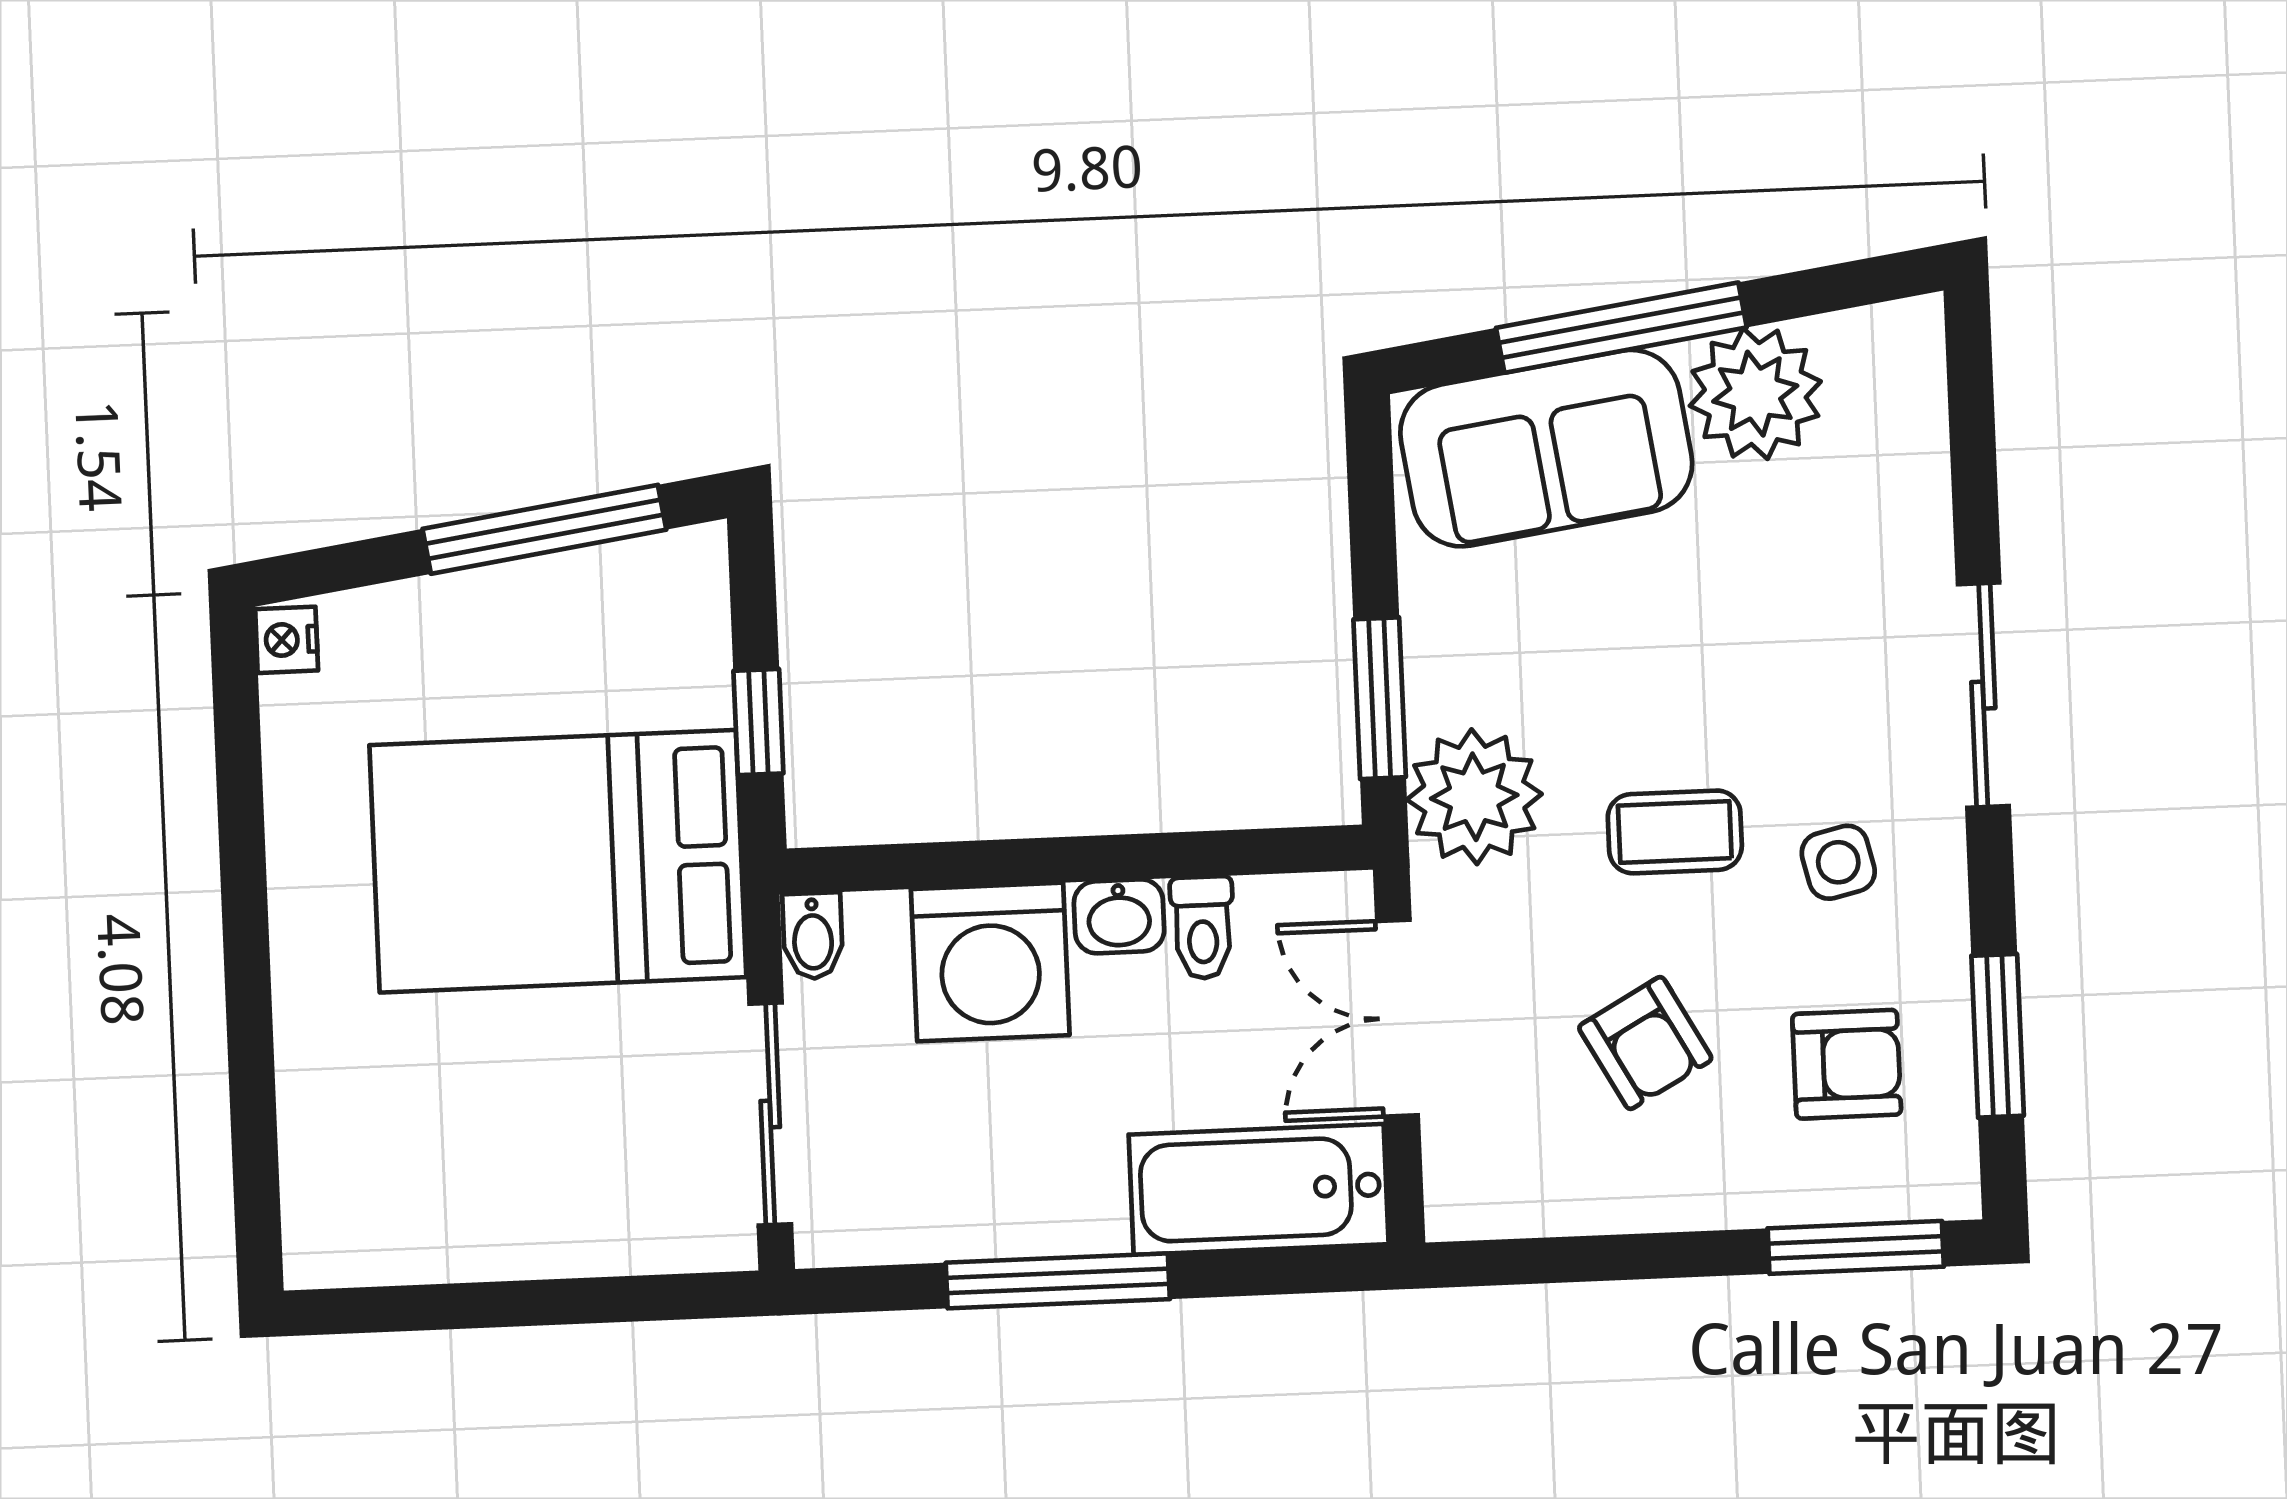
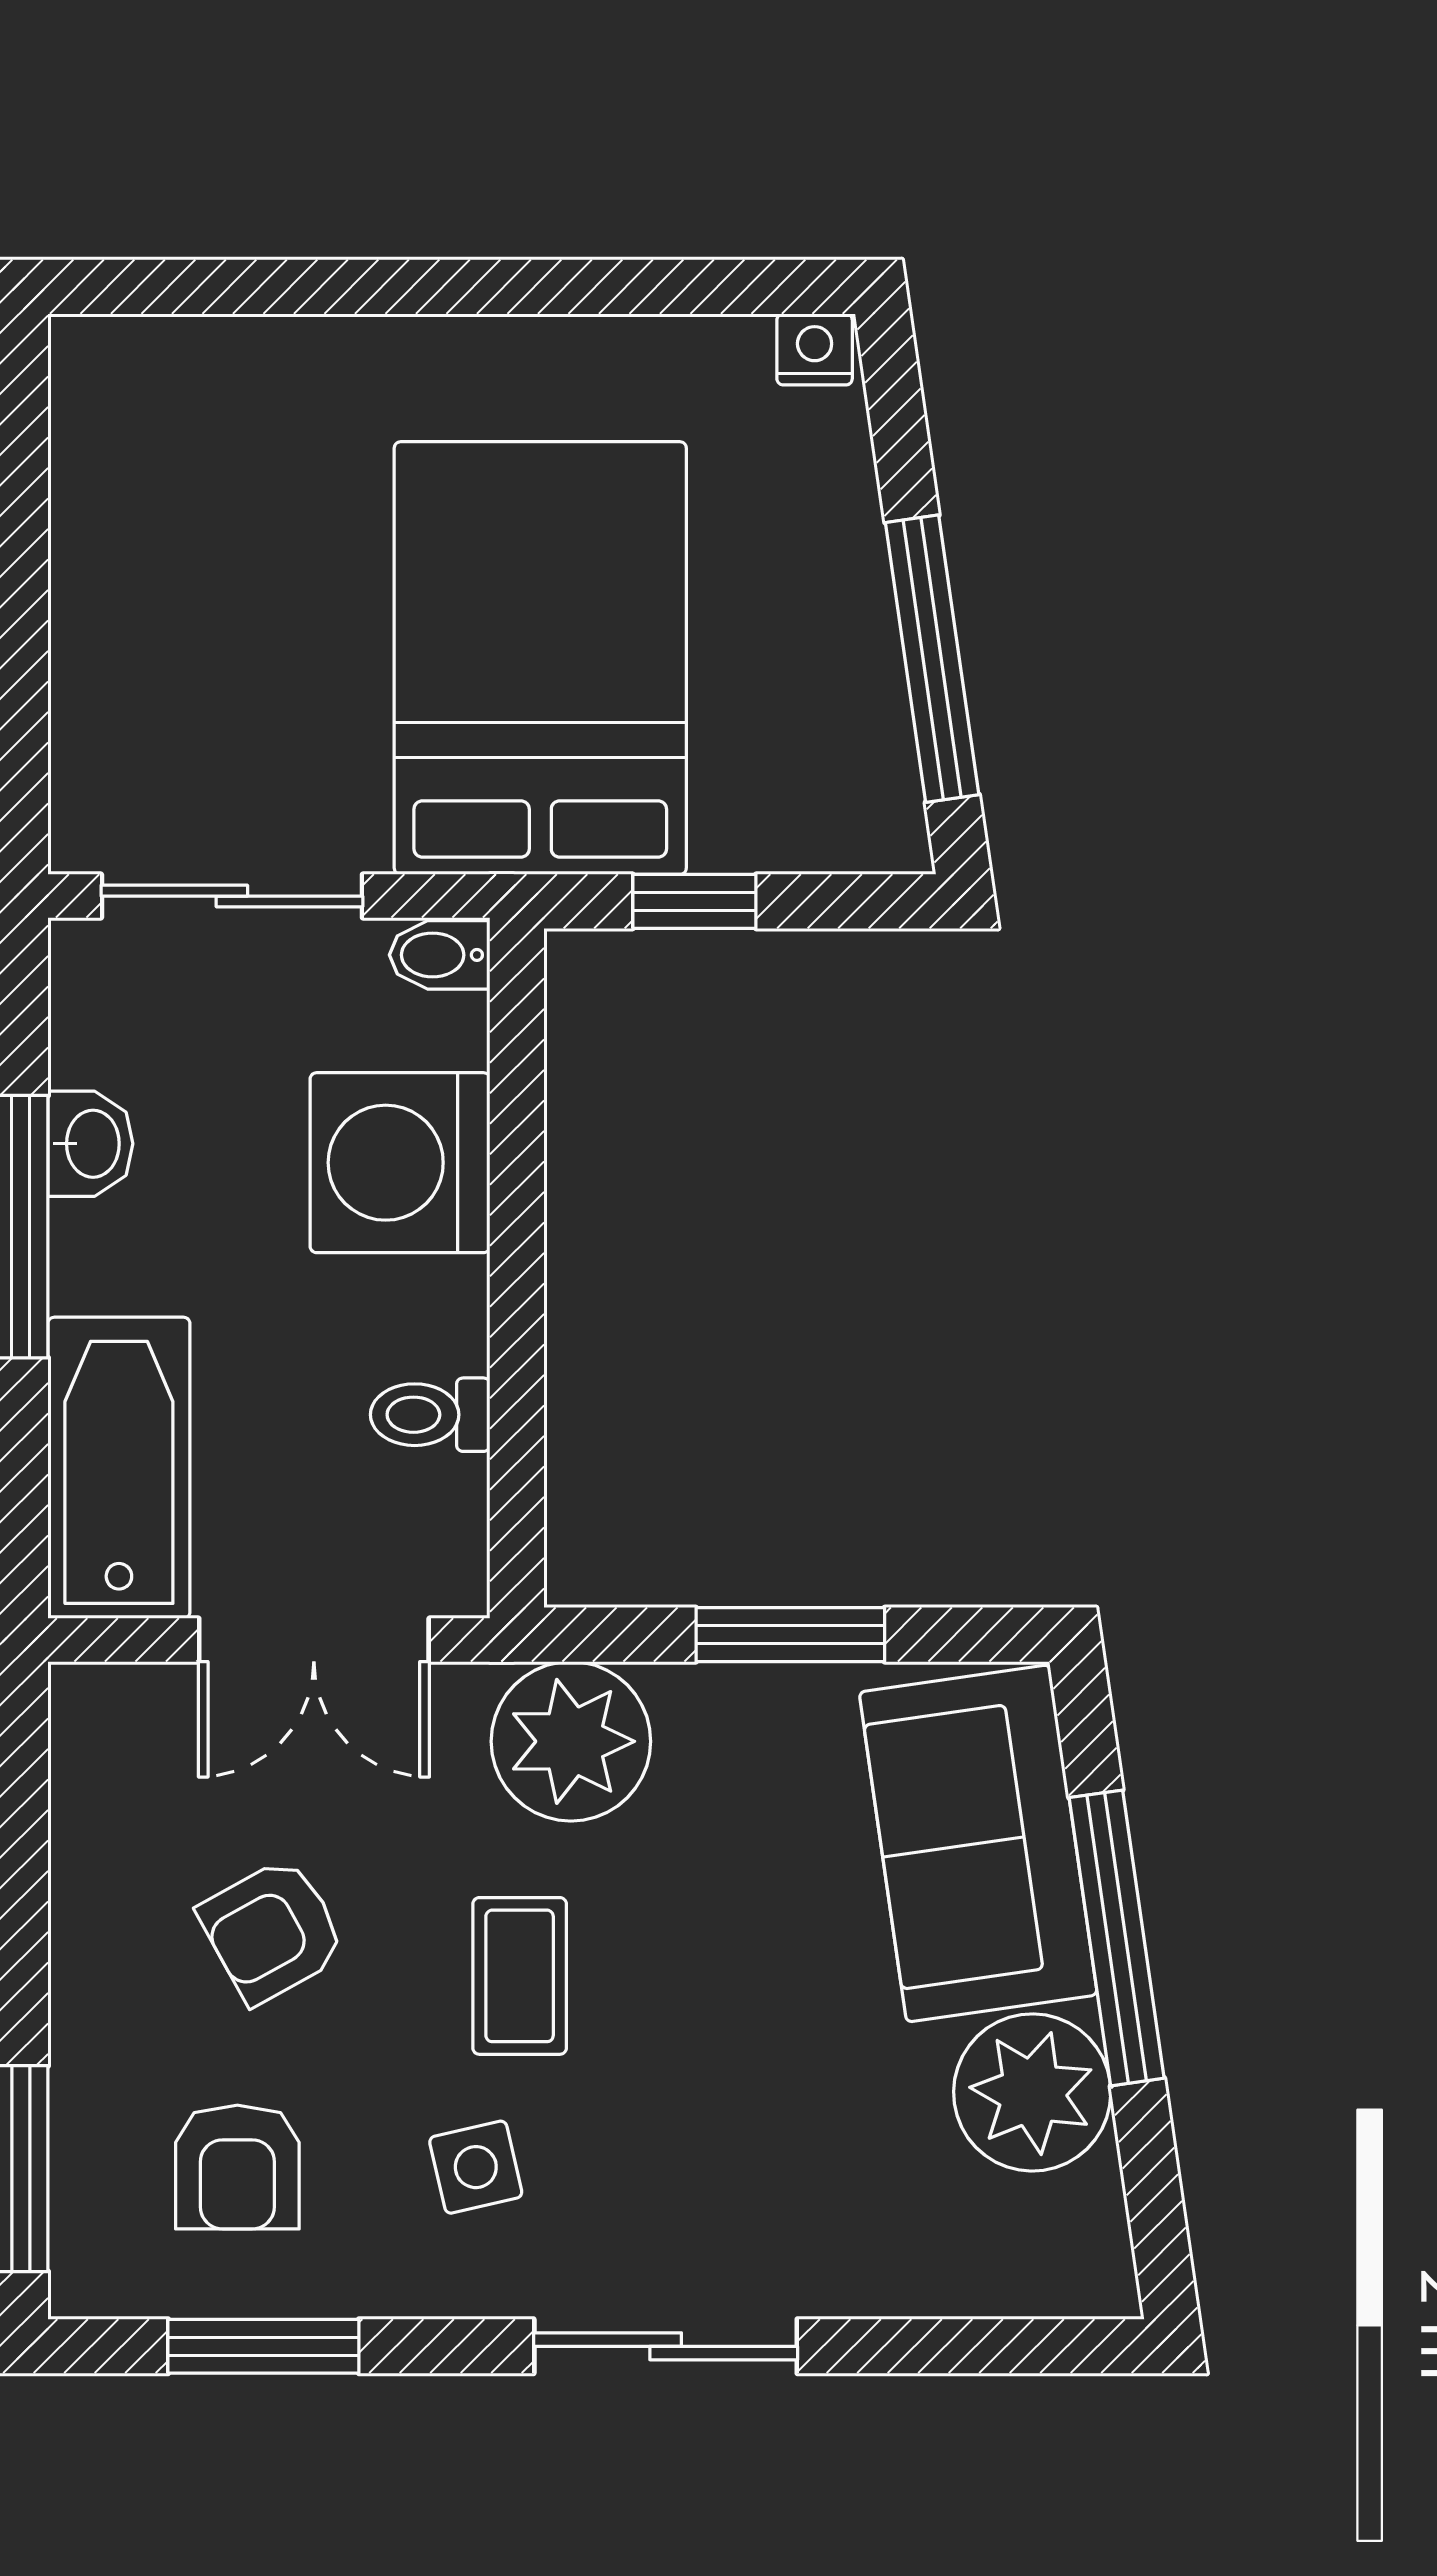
window: (1380, 698) -> (790, 1635), moved
washbasin: (1119, 916) -> (90, 1144), moved, turned 180
double door: (1398, 1018) -> (314, 1640), swing flipped

